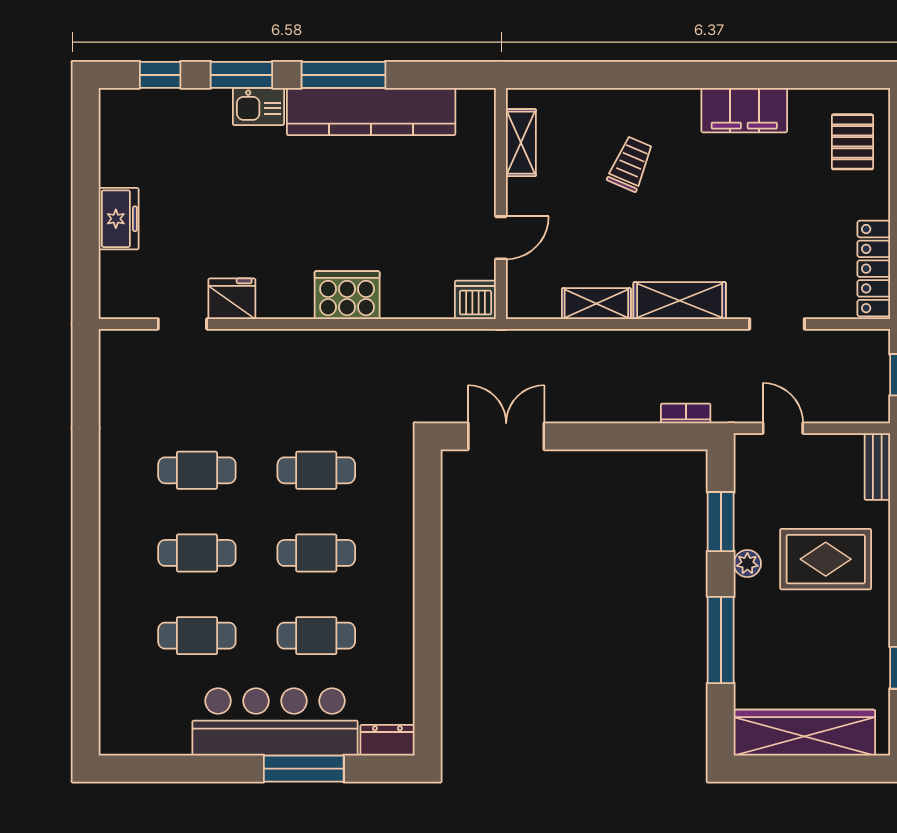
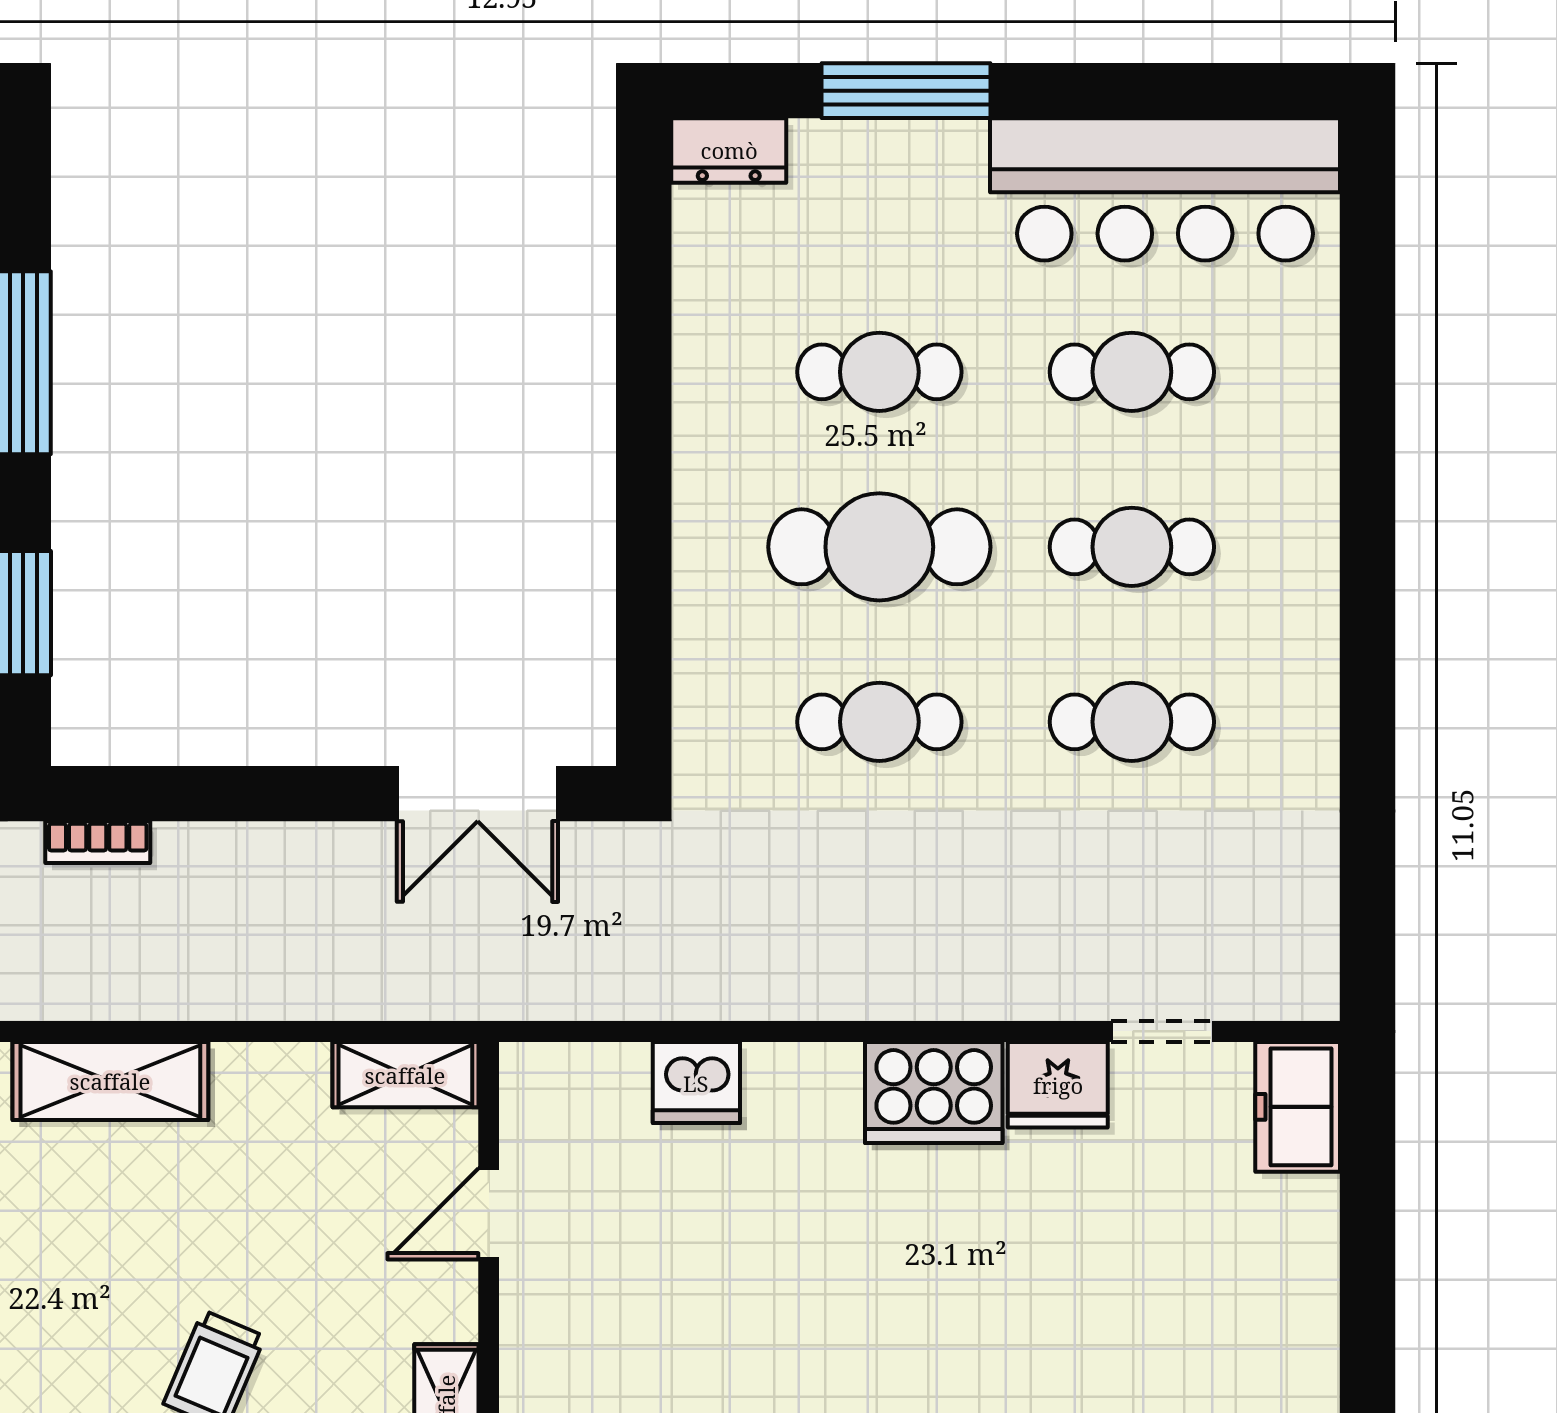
freezer: (119, 219) -> (1298, 1107), moved
cooker: (347, 295) -> (934, 1092), moved
dishwasher: (475, 300) -> (696, 1083), moved
shelving: (596, 304) -> (405, 1075), moved
cafe table: (316, 553) -> (879, 547), width x1.37, depth x1.35
bar counter: (275, 722) -> (1165, 189), moved

